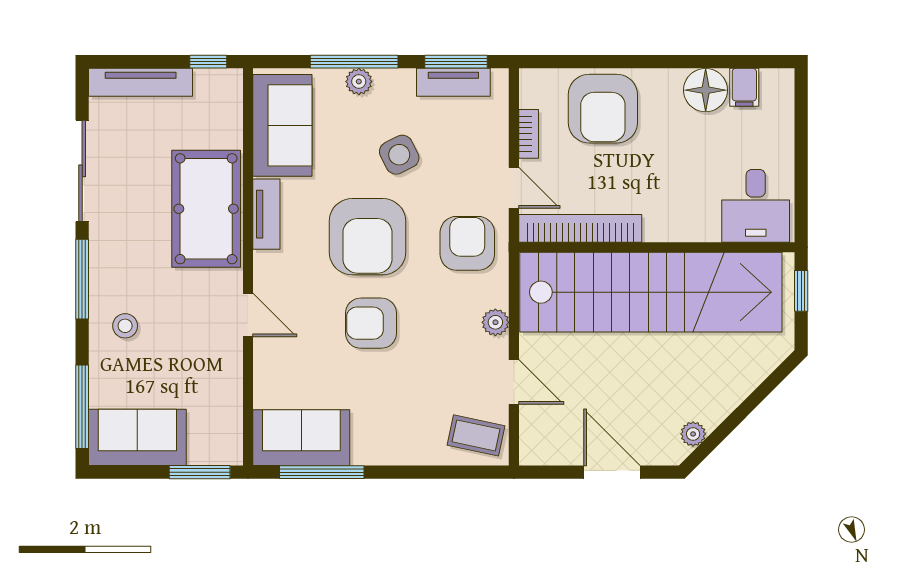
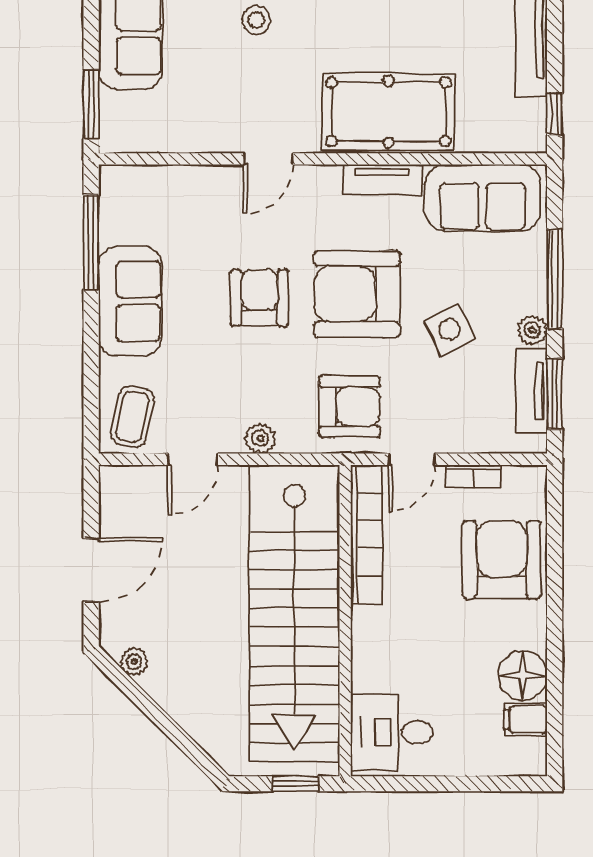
plant: (359, 82) -> (532, 330), moved
armchair: (603, 109) -> (502, 560), turned 90
sofa: (301, 438) -> (130, 301), moved

